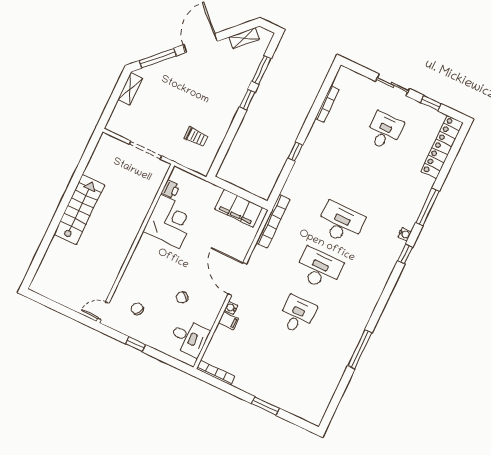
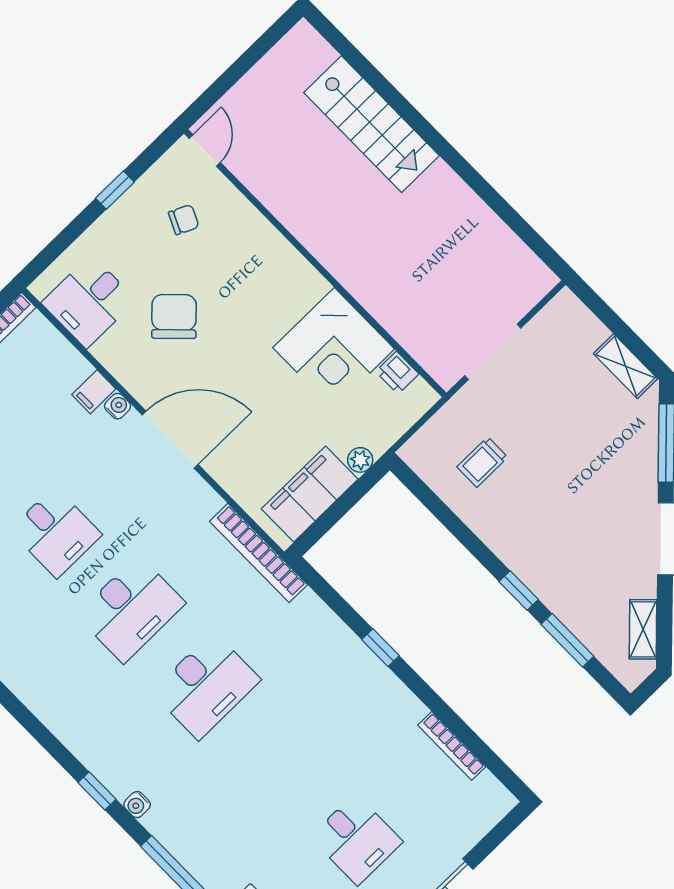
plant: (215, 191) -> (360, 460), added
stairs: (79, 210) -> (372, 124), moved
chair: (182, 297) -> (174, 316), width x1.87, depth x1.87

